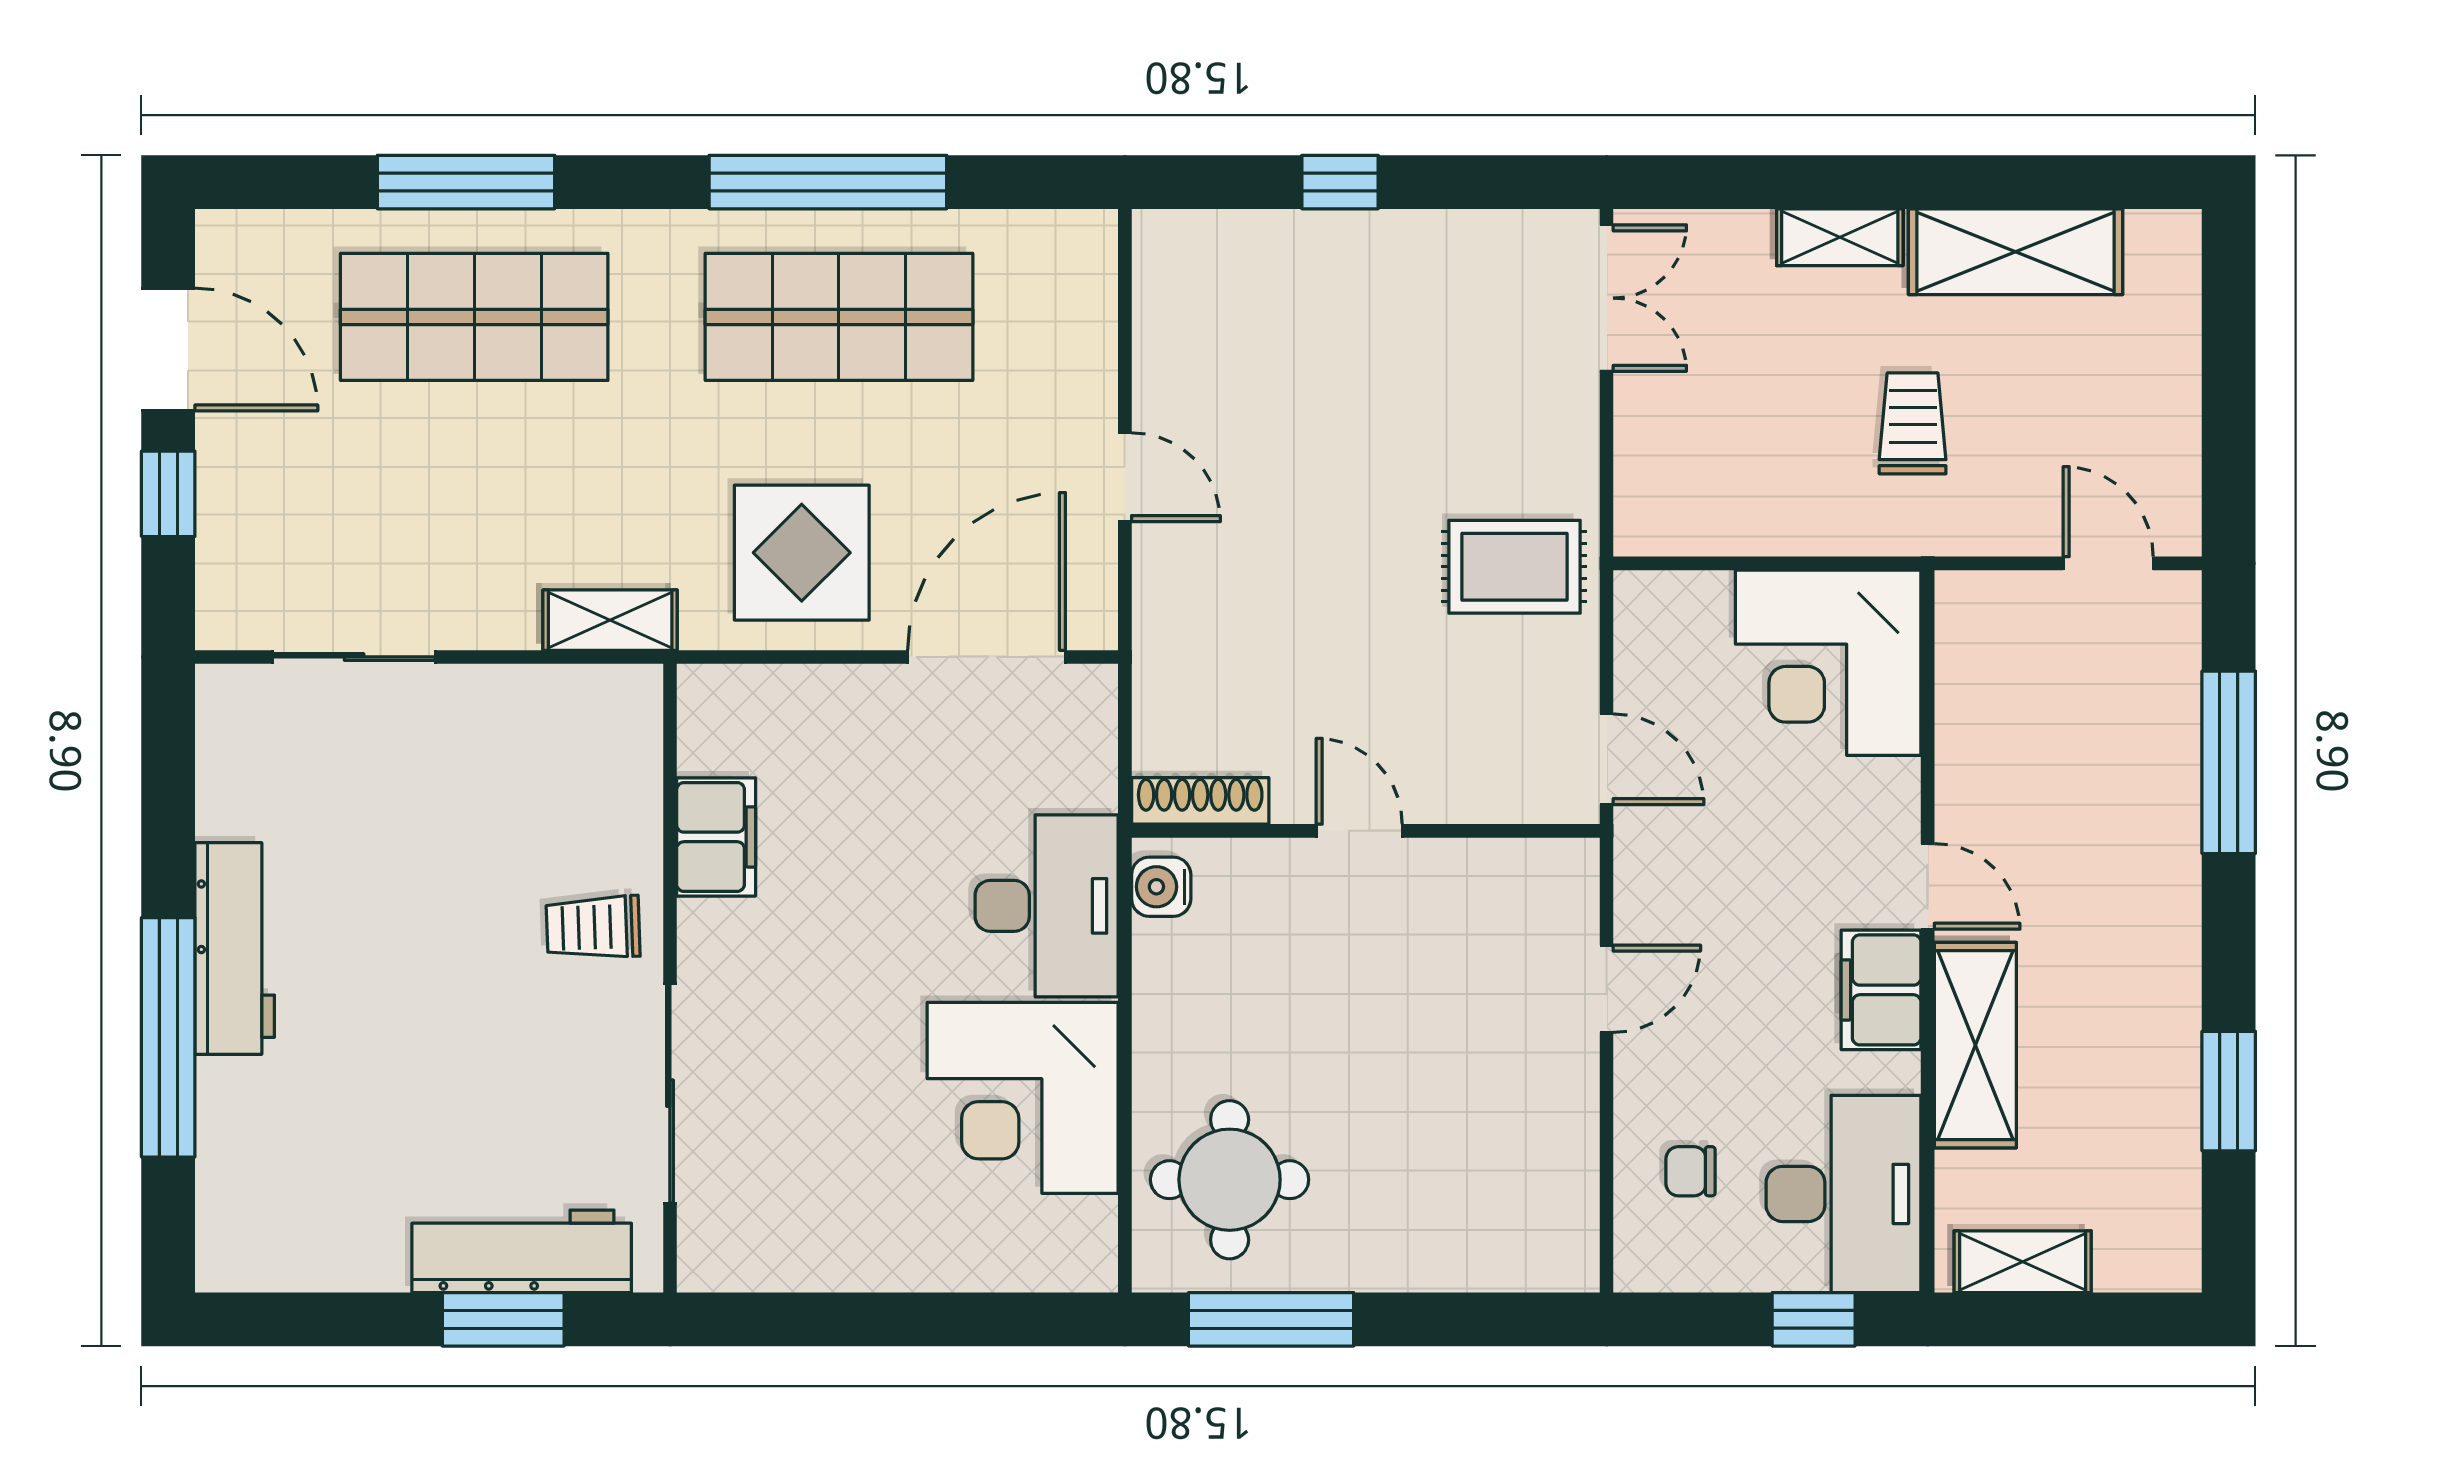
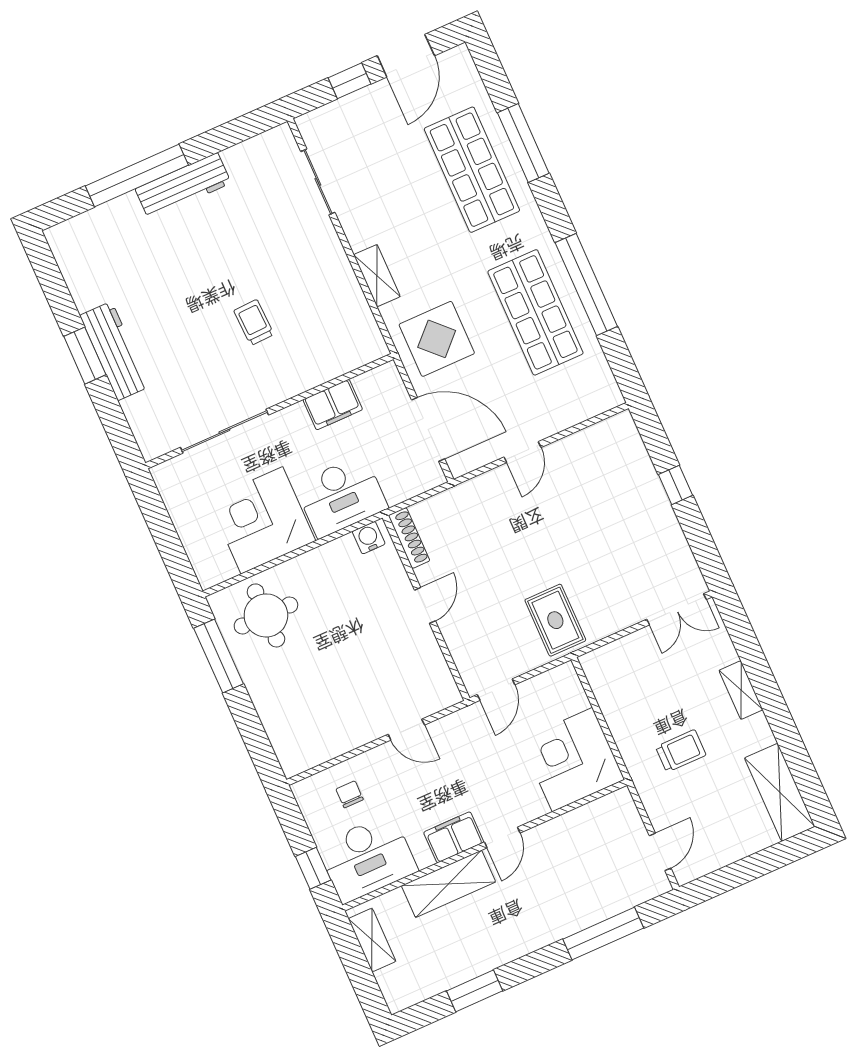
shelving: (2016, 252) -> (780, 792), moved
filing cabinet: (716, 837) -> (333, 405), moved
wall: (670, 978) -> (269, 411), moved
sliding door: (670, 1093) -> (224, 431), moved

